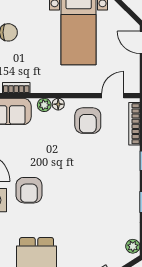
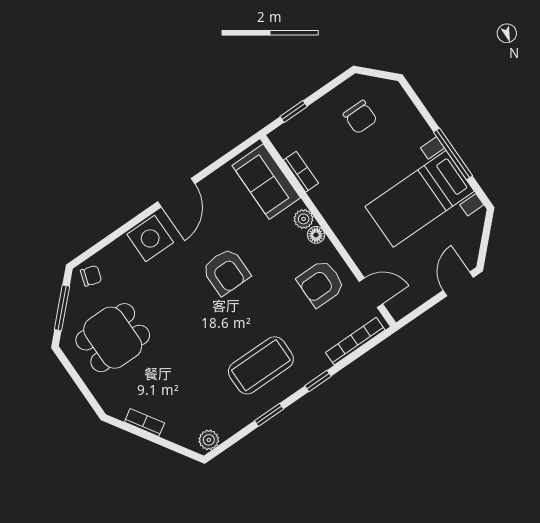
coffee table: (111, 187) -> (261, 365), added
armchair: (29, 190) -> (226, 272), moved, turned -90

